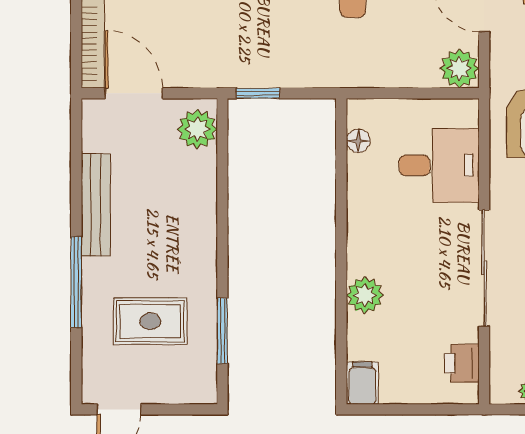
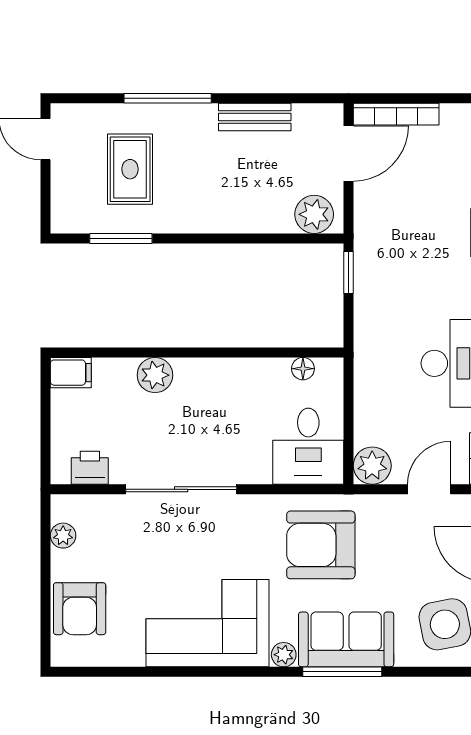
desk: (439, 165) -> (308, 446), moved
bench: (96, 205) -> (255, 117), width x0.73

